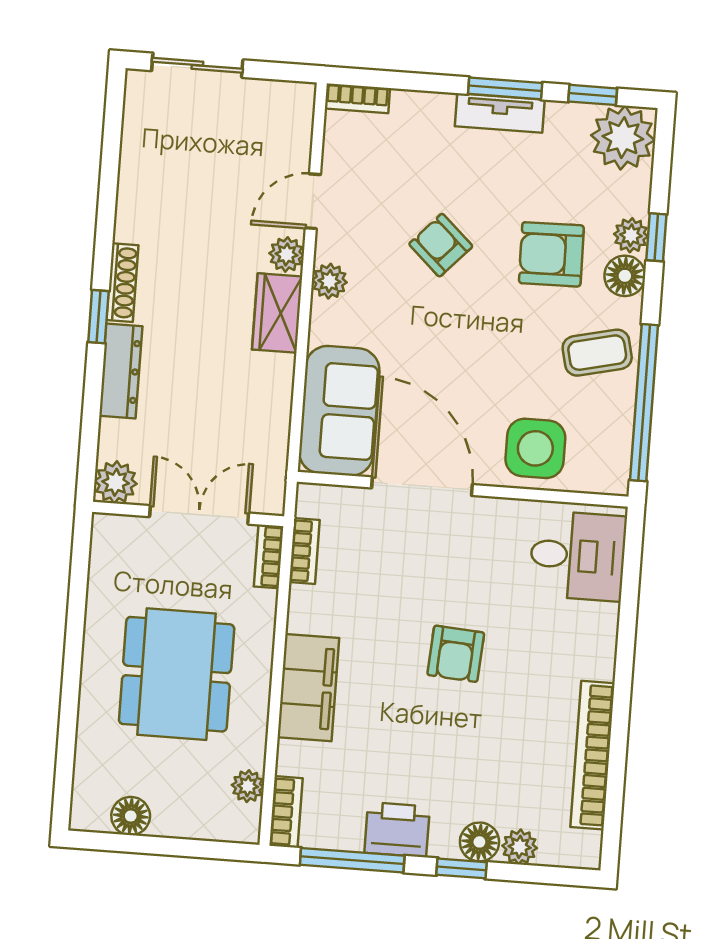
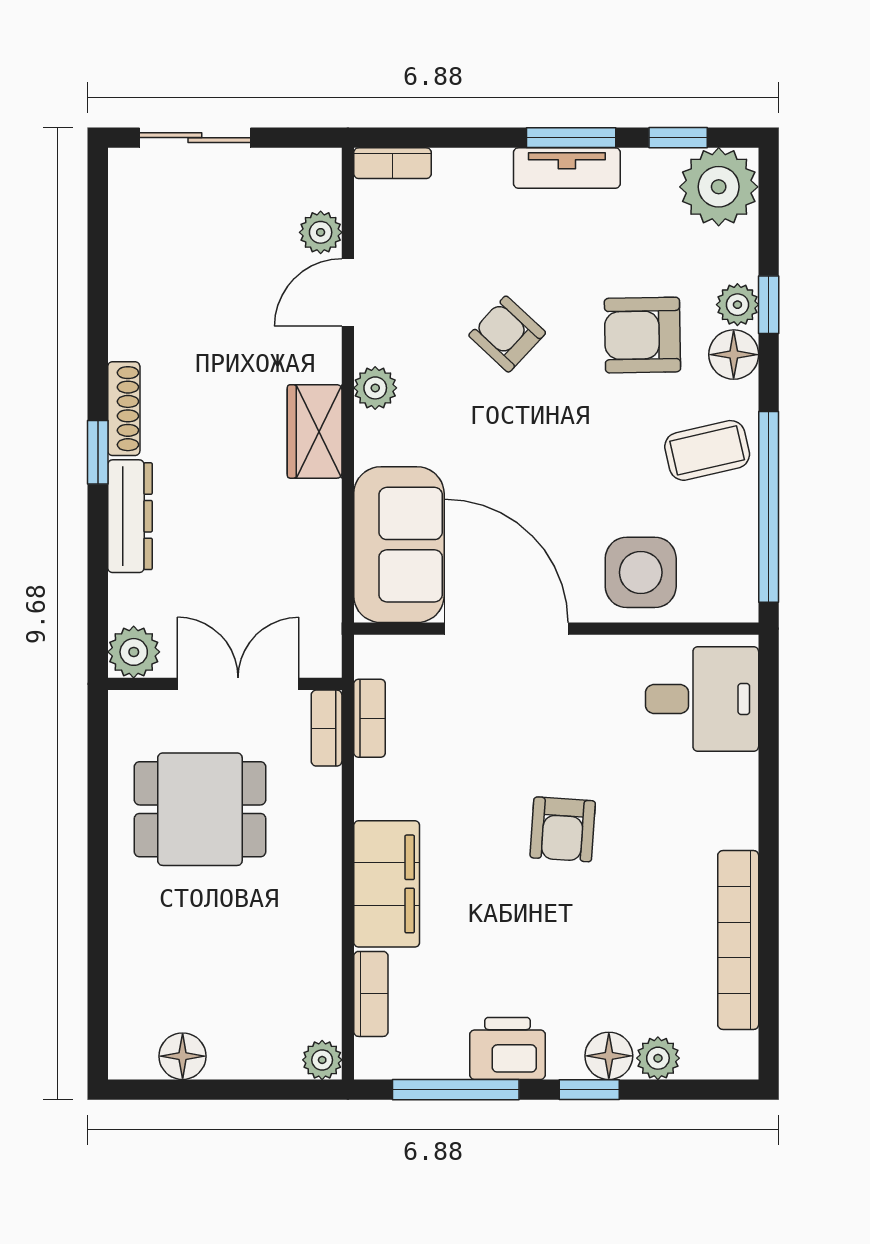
plant: (286, 254) -> (321, 232), moved
dining table: (177, 674) -> (200, 809), moved, width x0.73
plant: (248, 786) -> (322, 1060), moved
bookcase: (286, 812) -> (371, 994), moved

